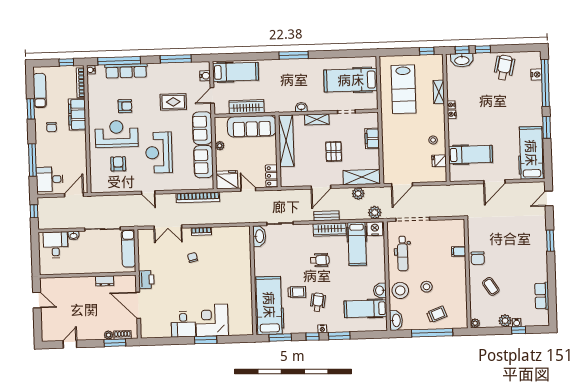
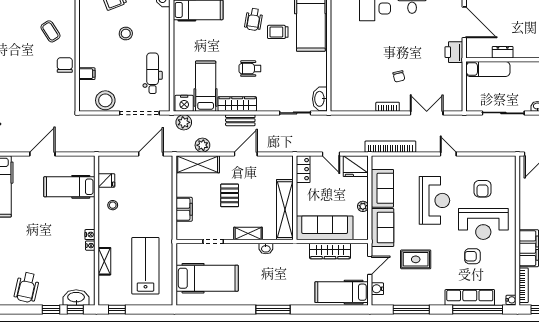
exam couch: (128, 248) -> (488, 69), moved, turned 90
washbasin: (380, 290) -> (181, 31), removed
stool: (400, 290) -> (105, 100), moved

